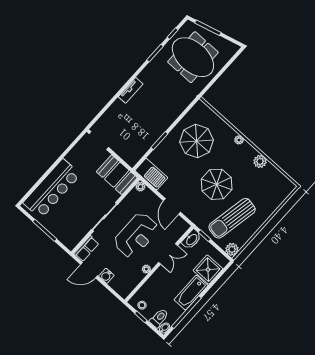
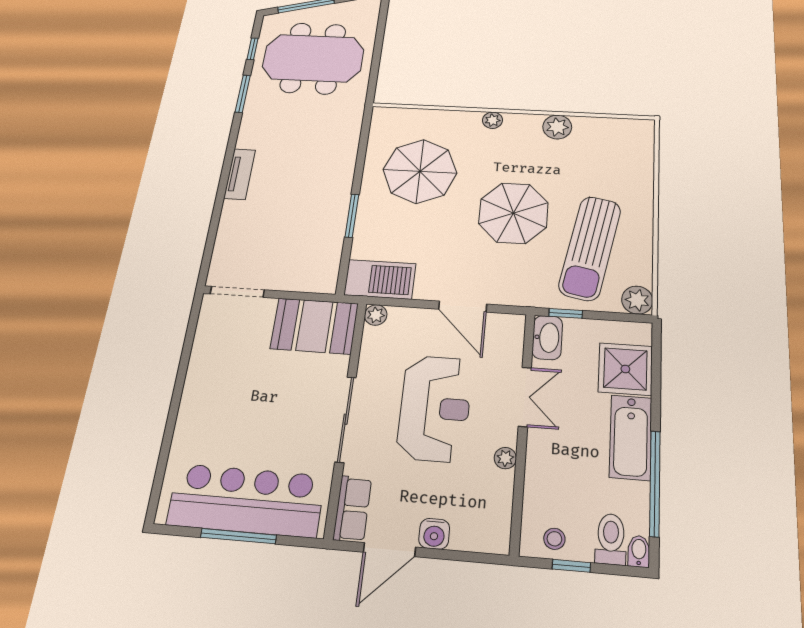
bar counter: (52, 189) -> (246, 500), moved, turned -90

